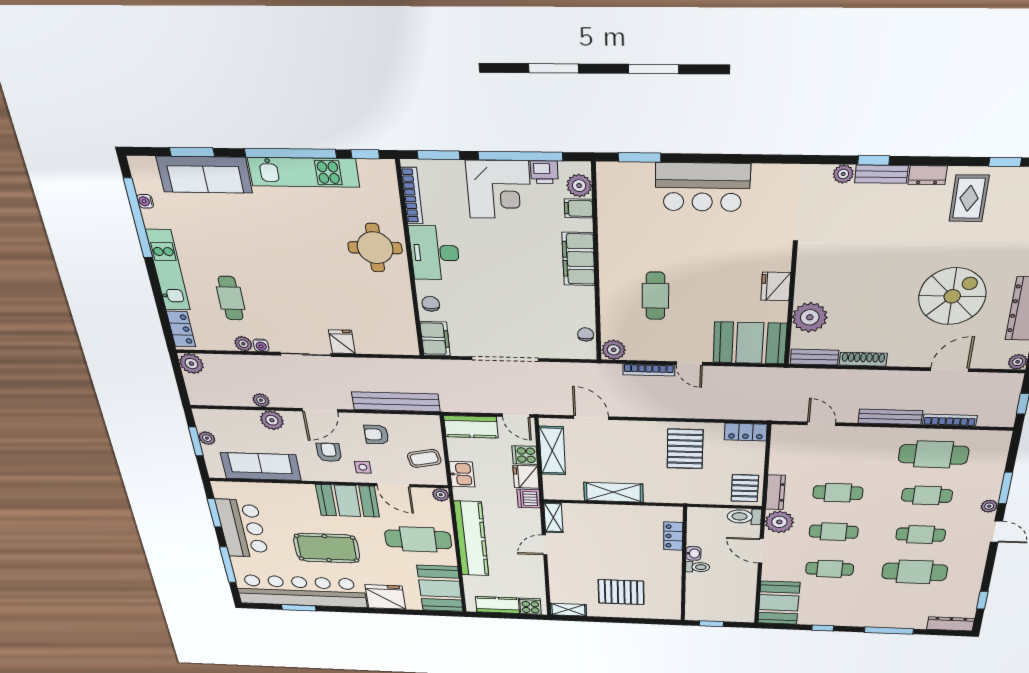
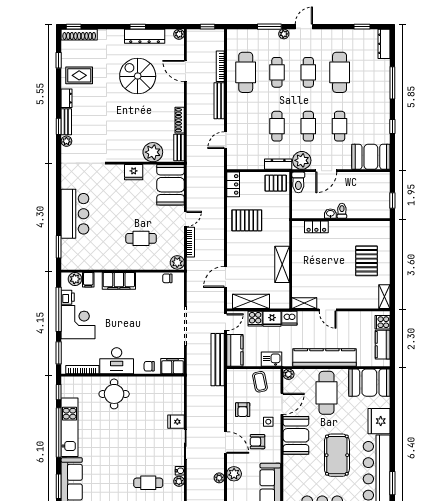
bench: (396, 402) -> (218, 360), moved

